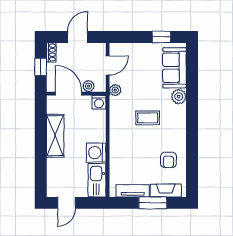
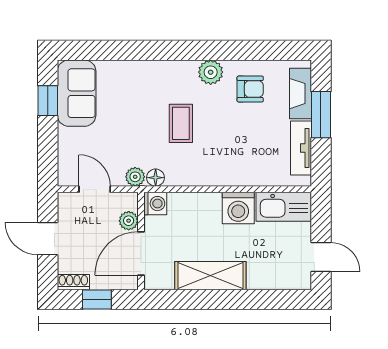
sofa: (174, 68) -> (77, 93), moved, turned -90
plant: (179, 97) -> (211, 72), moved
floor lamp: (115, 102) -> (156, 178), added

